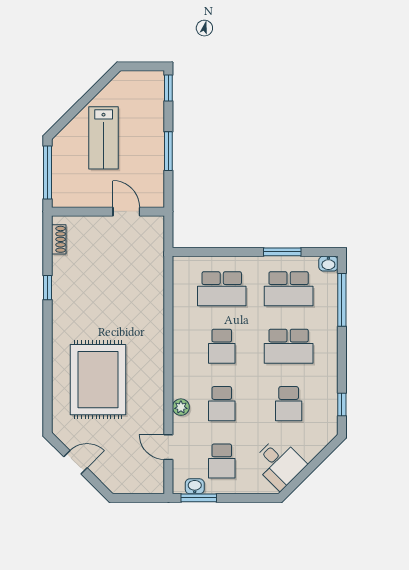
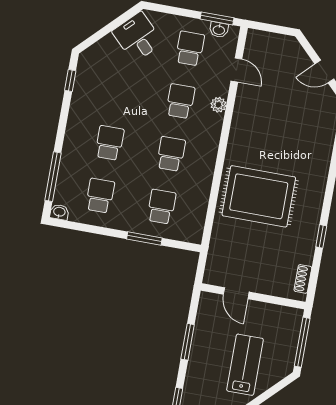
window: (282, 252) -> (144, 238), moved
school desk: (222, 289) -> (161, 207), width x0.54
school desk: (289, 289) -> (100, 196), width x0.54
school desk: (289, 346) -> (110, 143), width x0.54
rug: (98, 380) -> (259, 196), moved, turned 90
school desk: (289, 404) -> (119, 90), removed

